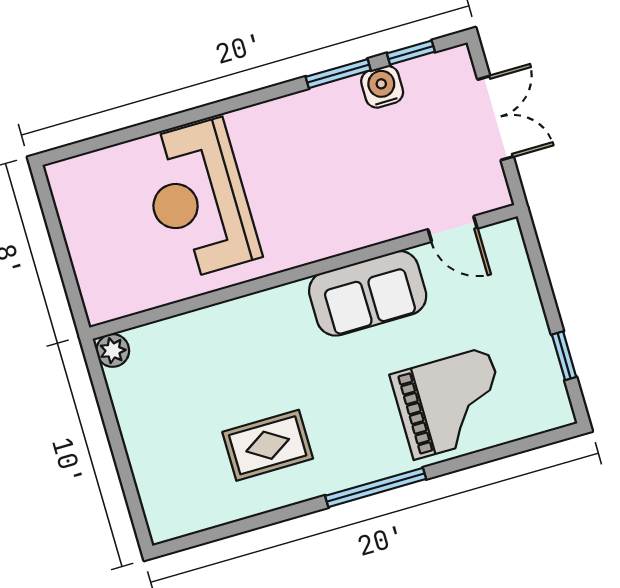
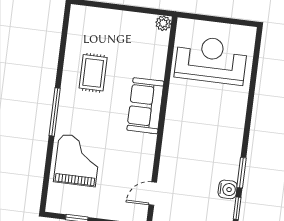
reception desk: (199, 199) -> (211, 60), moved
sofa: (368, 293) -> (145, 106), moved
grand piano: (451, 403) -> (77, 160), turned 180

